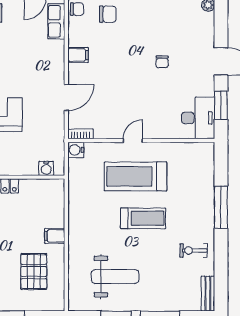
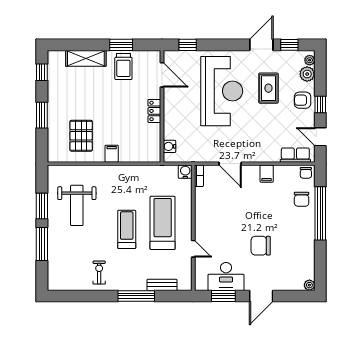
chair: (162, 62) -> (261, 246), width x1.87, depth x1.87
desk: (198, 118) -> (226, 276), moved
door: (133, 141) -> (193, 249), moved
treadmill: (143, 218) -> (127, 229), turned 180
pallet: (34, 271) -> (81, 136), turned 90
bench: (208, 294) -> (162, 285), moved

